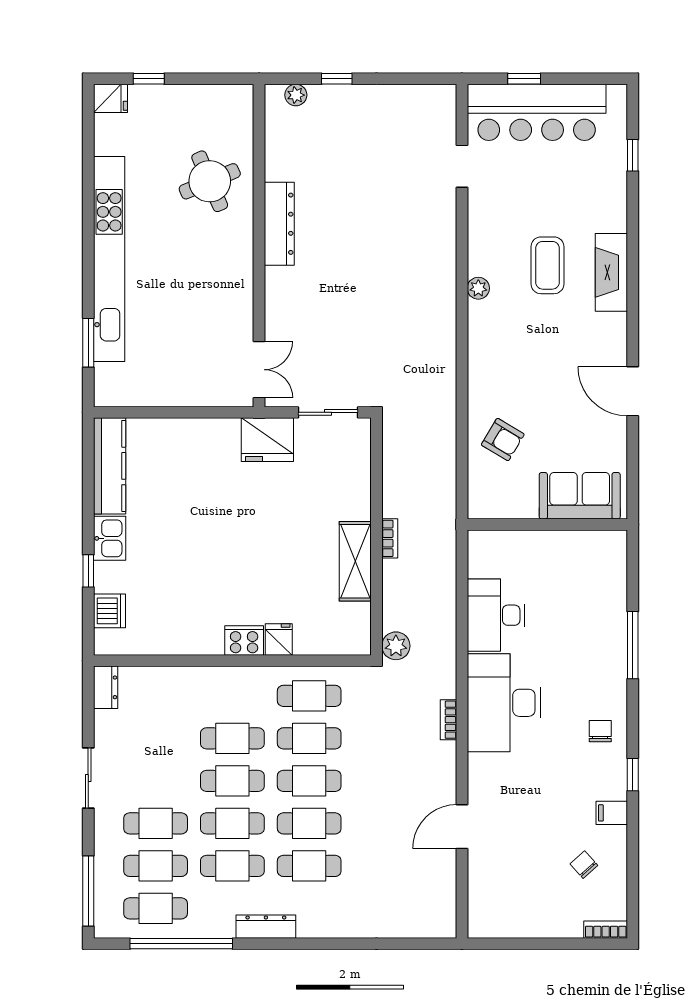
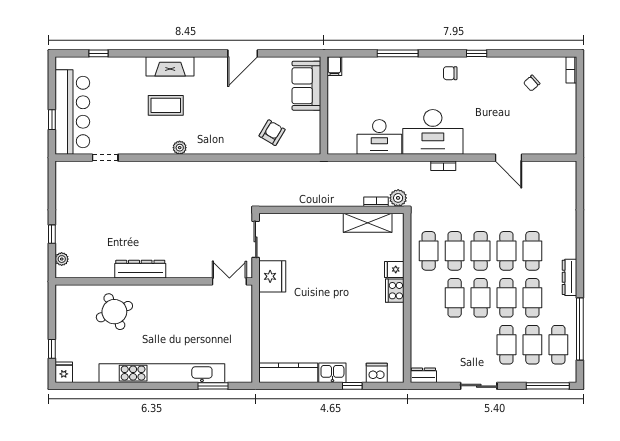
bookcase: (390, 538) -> (376, 202), moved
shelving: (355, 561) -> (368, 223), moved
filing cabinet: (612, 813) -> (334, 66), moved

